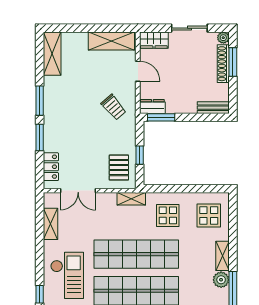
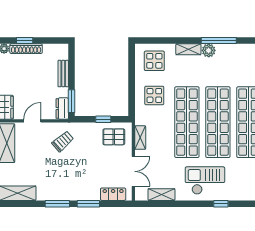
window: (233, 62) -> (25, 41), width x0.67
bench: (213, 108) -> (63, 74), moved
shelving: (131, 199) -> (140, 138), moved

